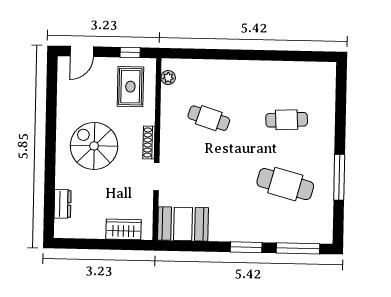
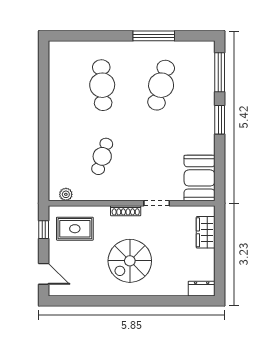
cafe table: (287, 120) -> (102, 85), width x1.37, depth x1.35
dresser: (63, 204) -> (202, 289), moved

